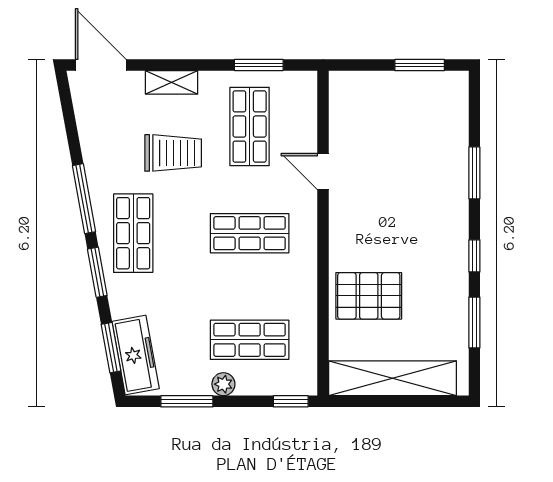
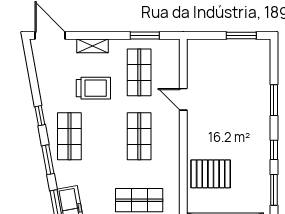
window: (84, 199) -> (40, 116), width x0.46
shop shelf: (250, 233) -> (139, 136), turned 90

